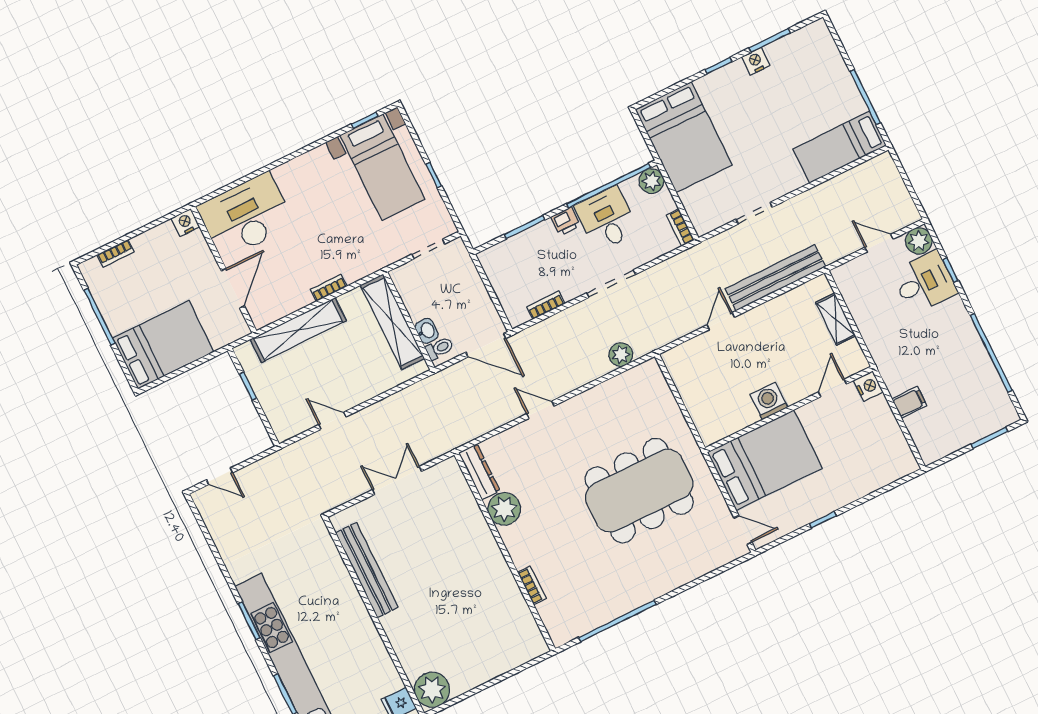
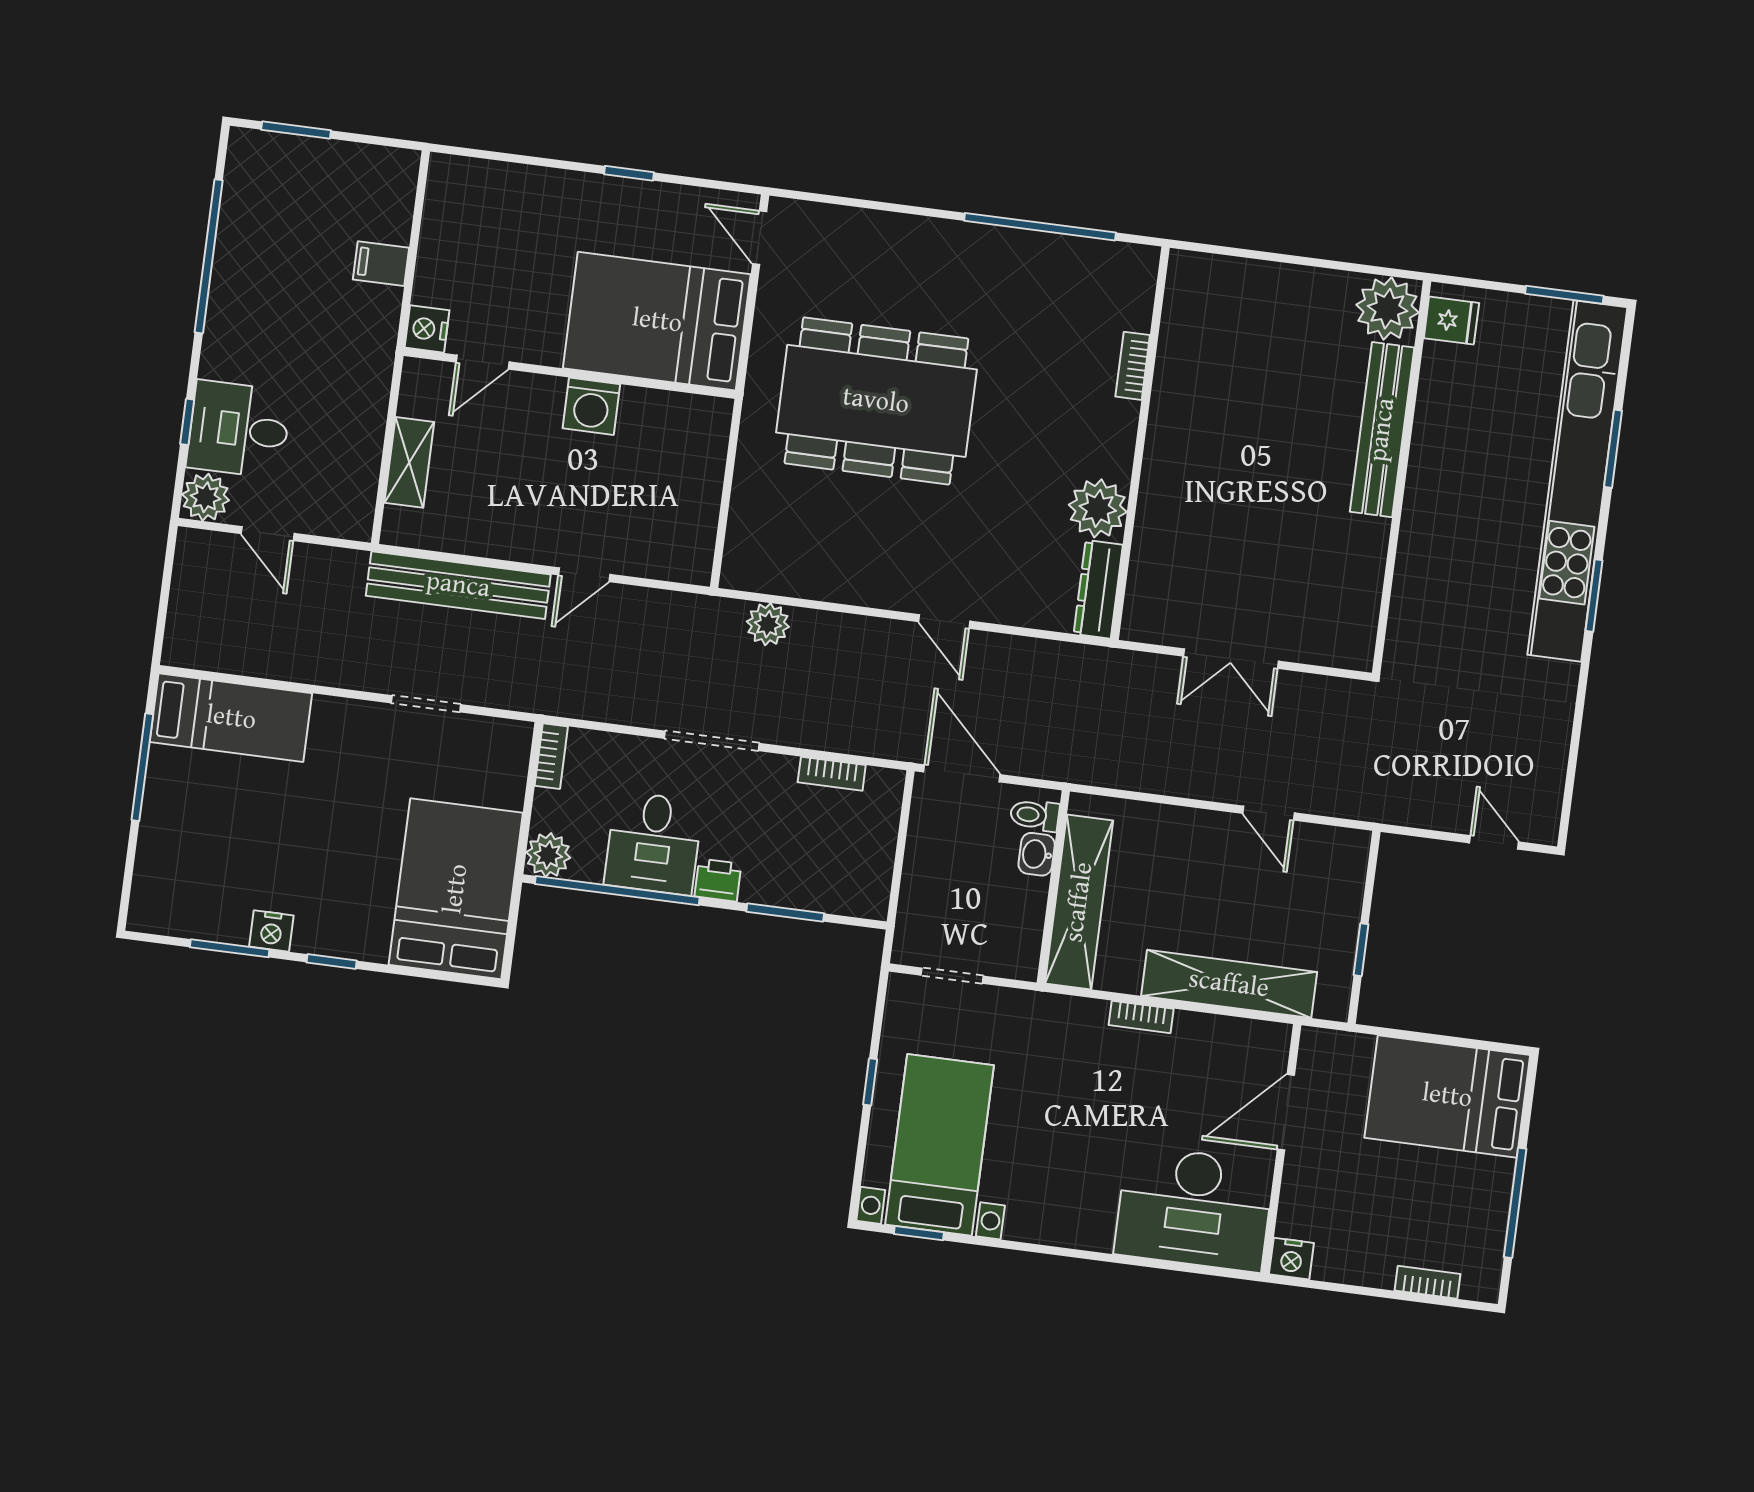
bench: (367, 570) -> (1382, 430), moved

